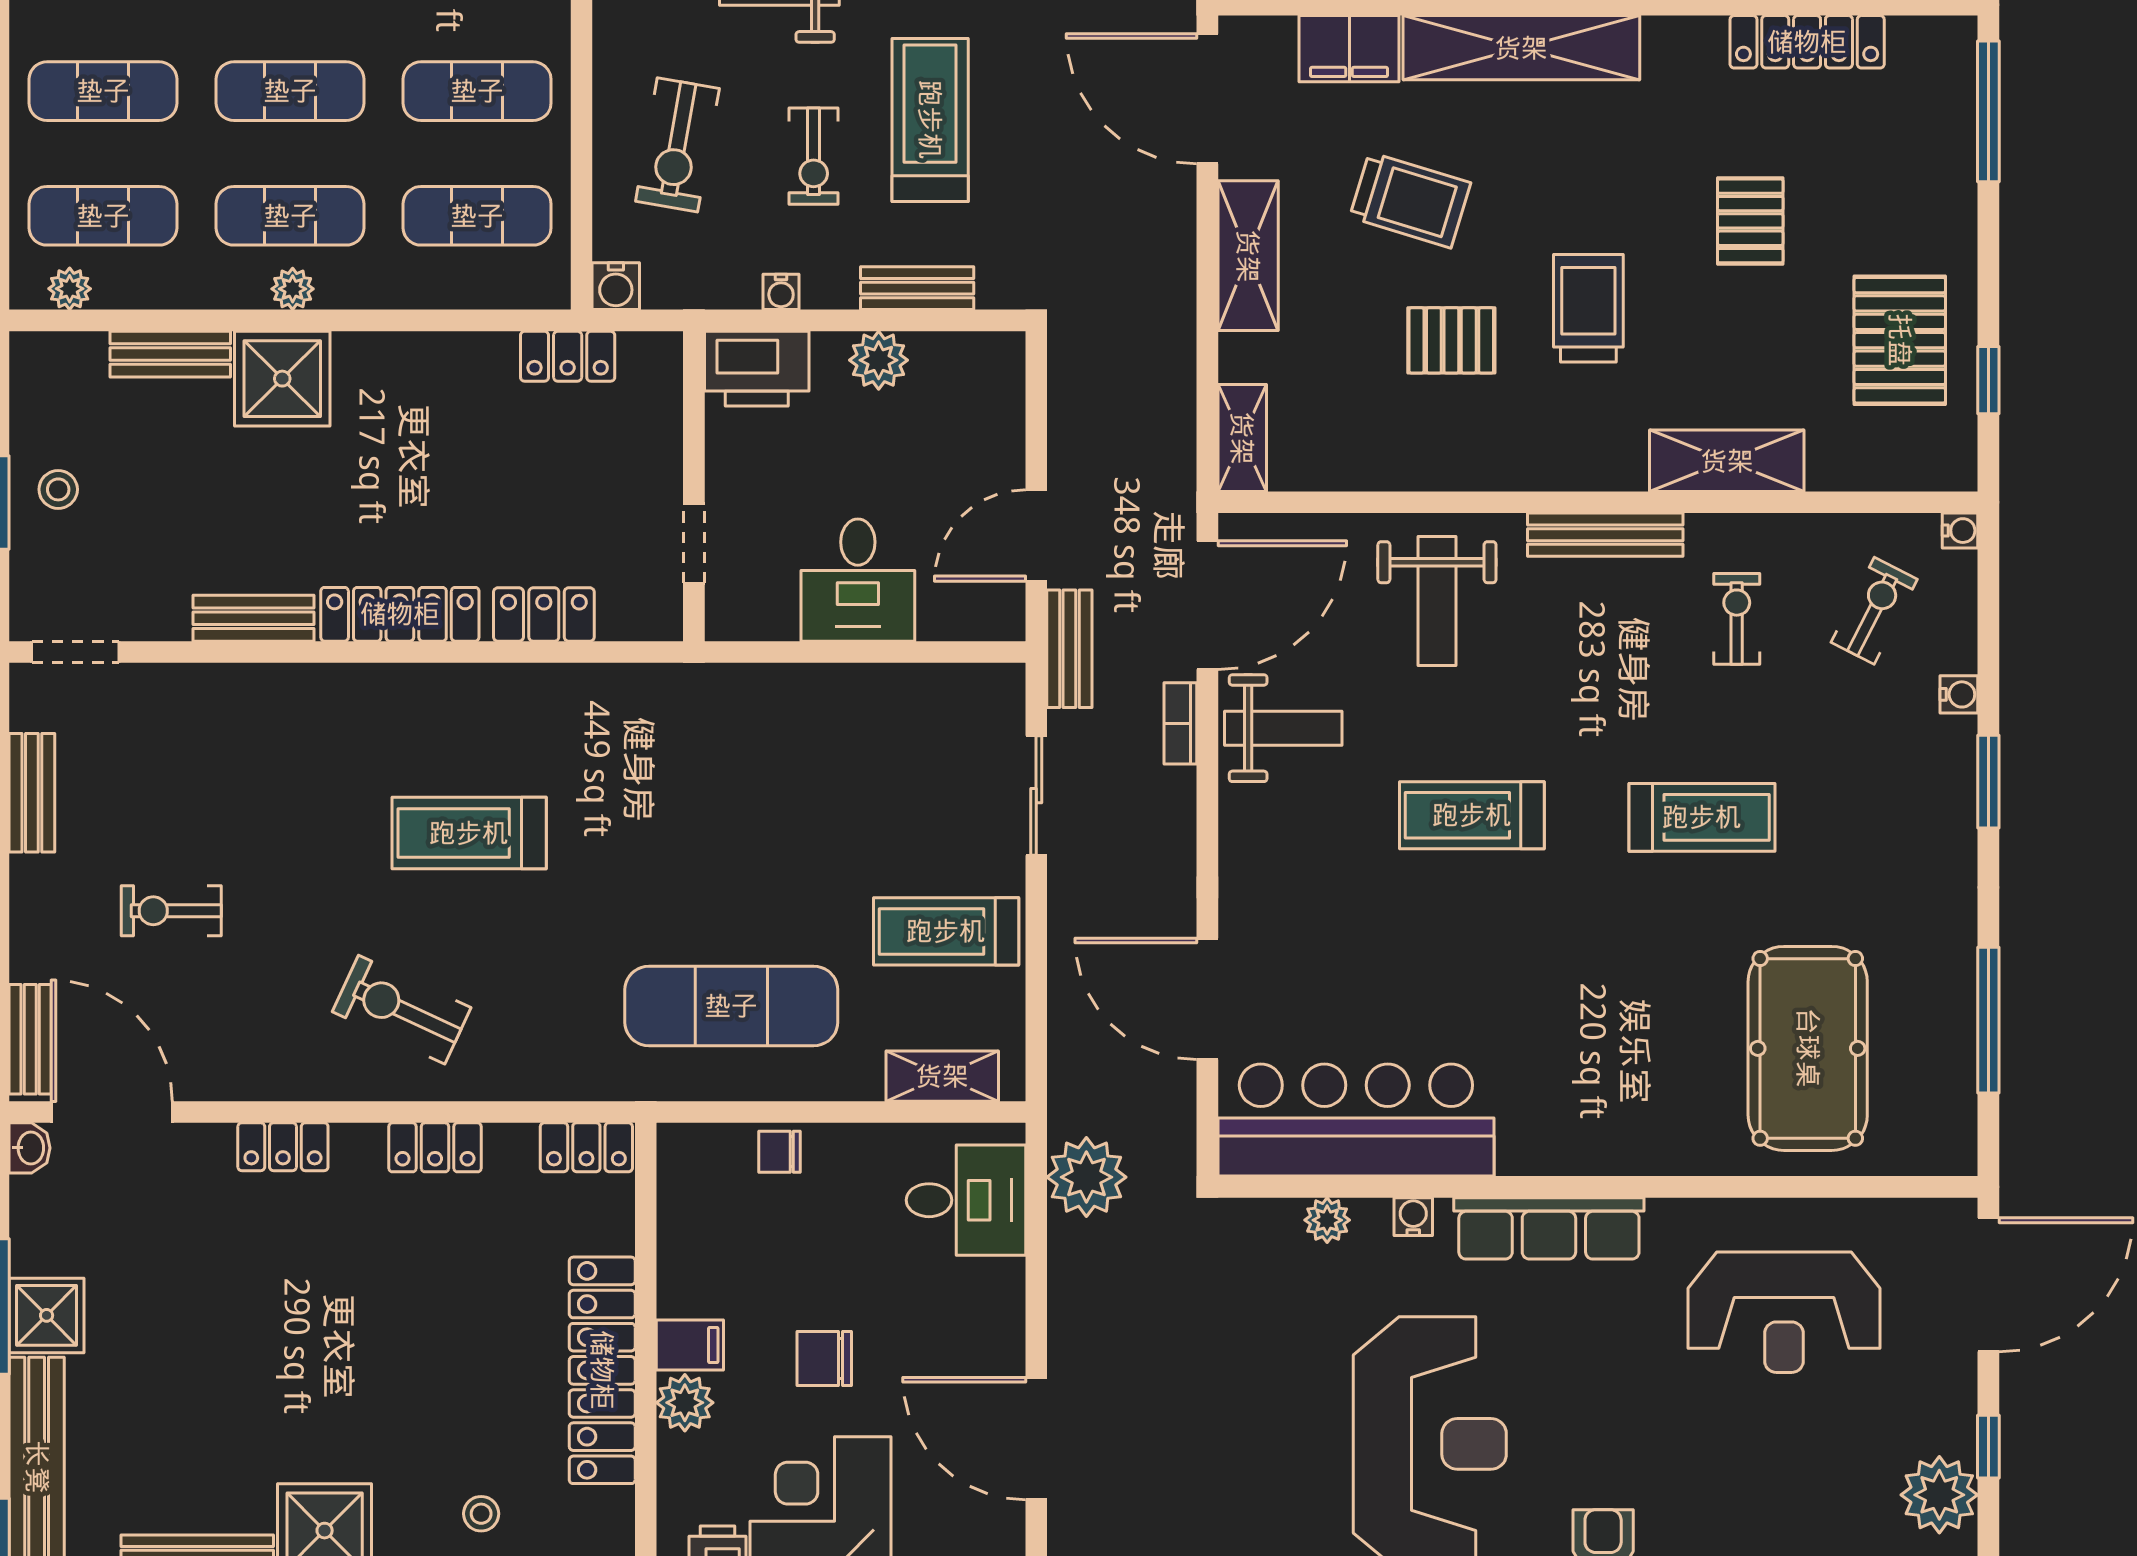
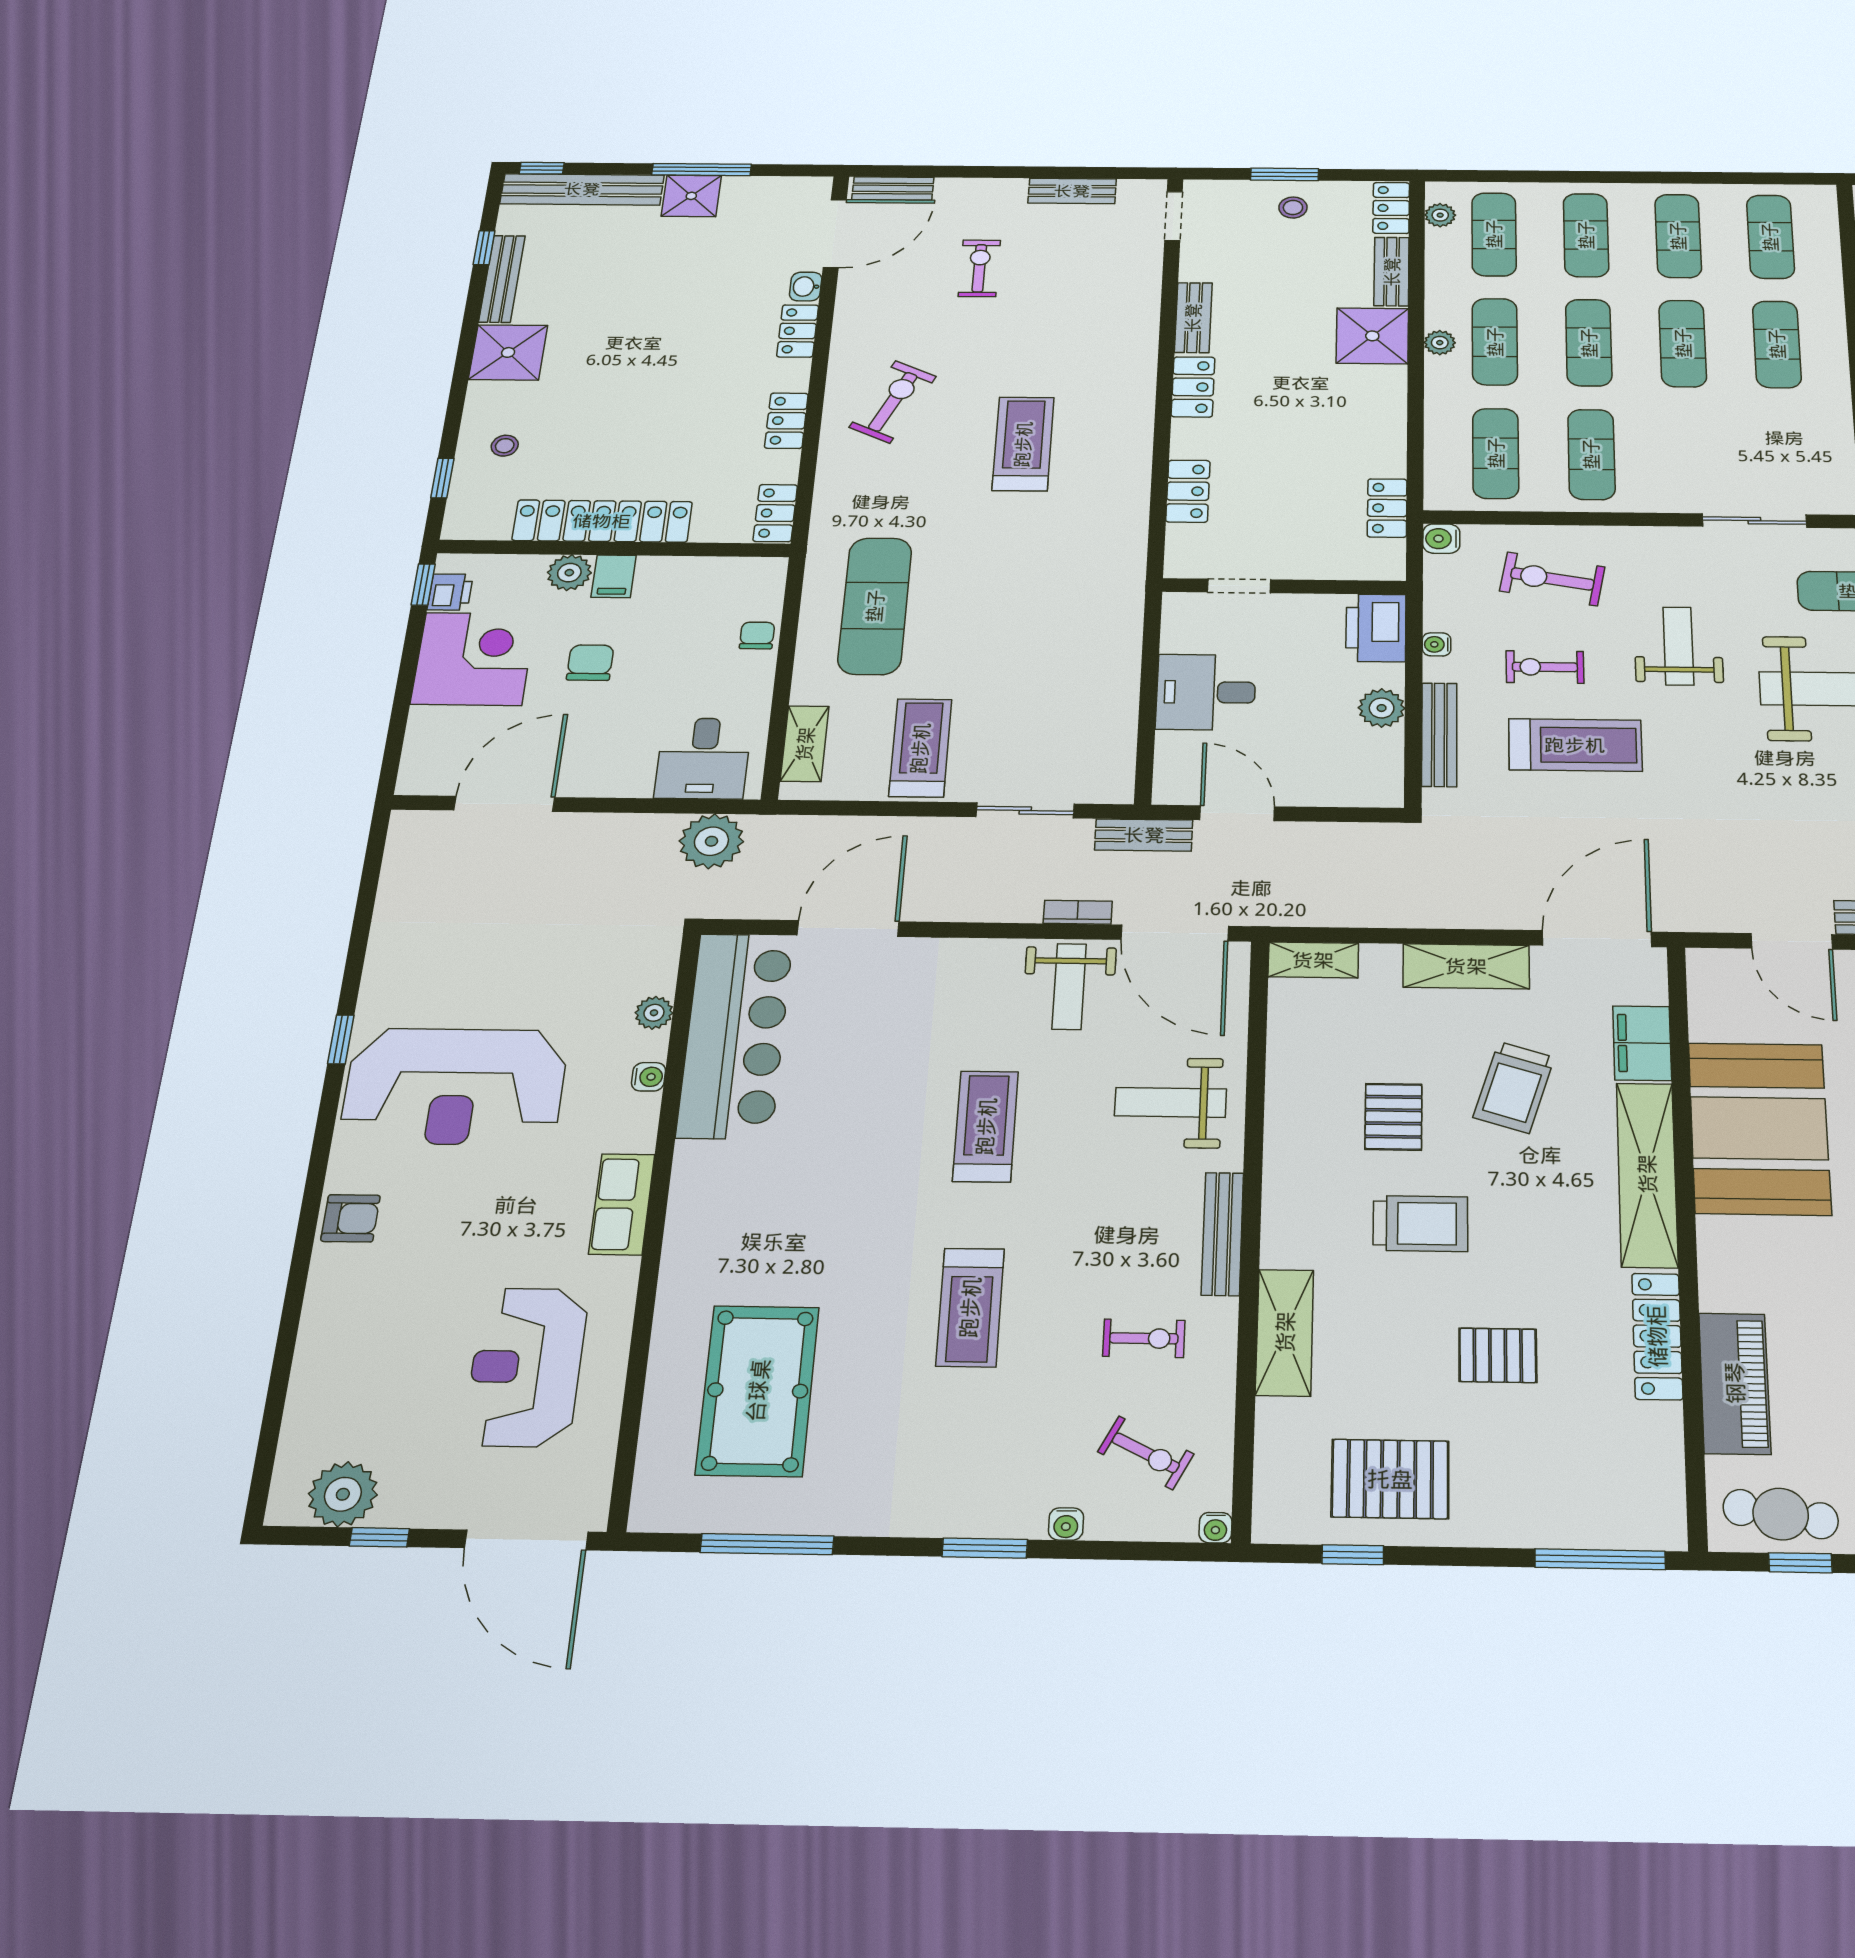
locker: (1807, 42) -> (1657, 1336), moved
bench: (917, 288) -> (1439, 735), width x1.36
locker: (58, 355) -> (1391, 208), added
locker: (400, 614) -> (1193, 387), width x0.66
pool table: (1808, 1048) -> (758, 1390), turned 90
washbasin: (30, 1148) -> (806, 287), moved, turned 90
row of seats: (1549, 1228) -> (622, 1204), width x0.68

